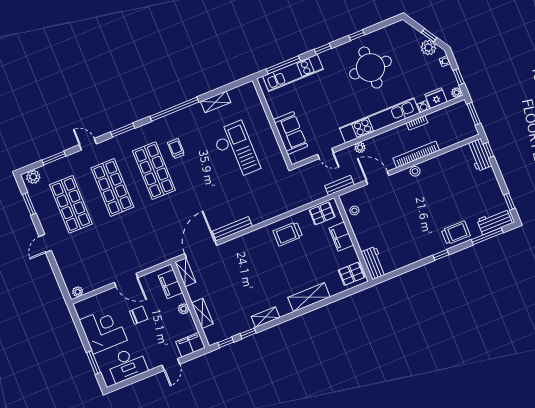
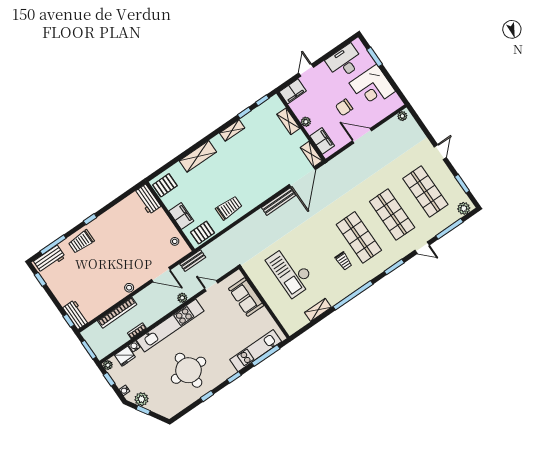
bookcase: (416, 154) -> (117, 313), moved
window: (54, 158) -> (449, 229), width x1.44

